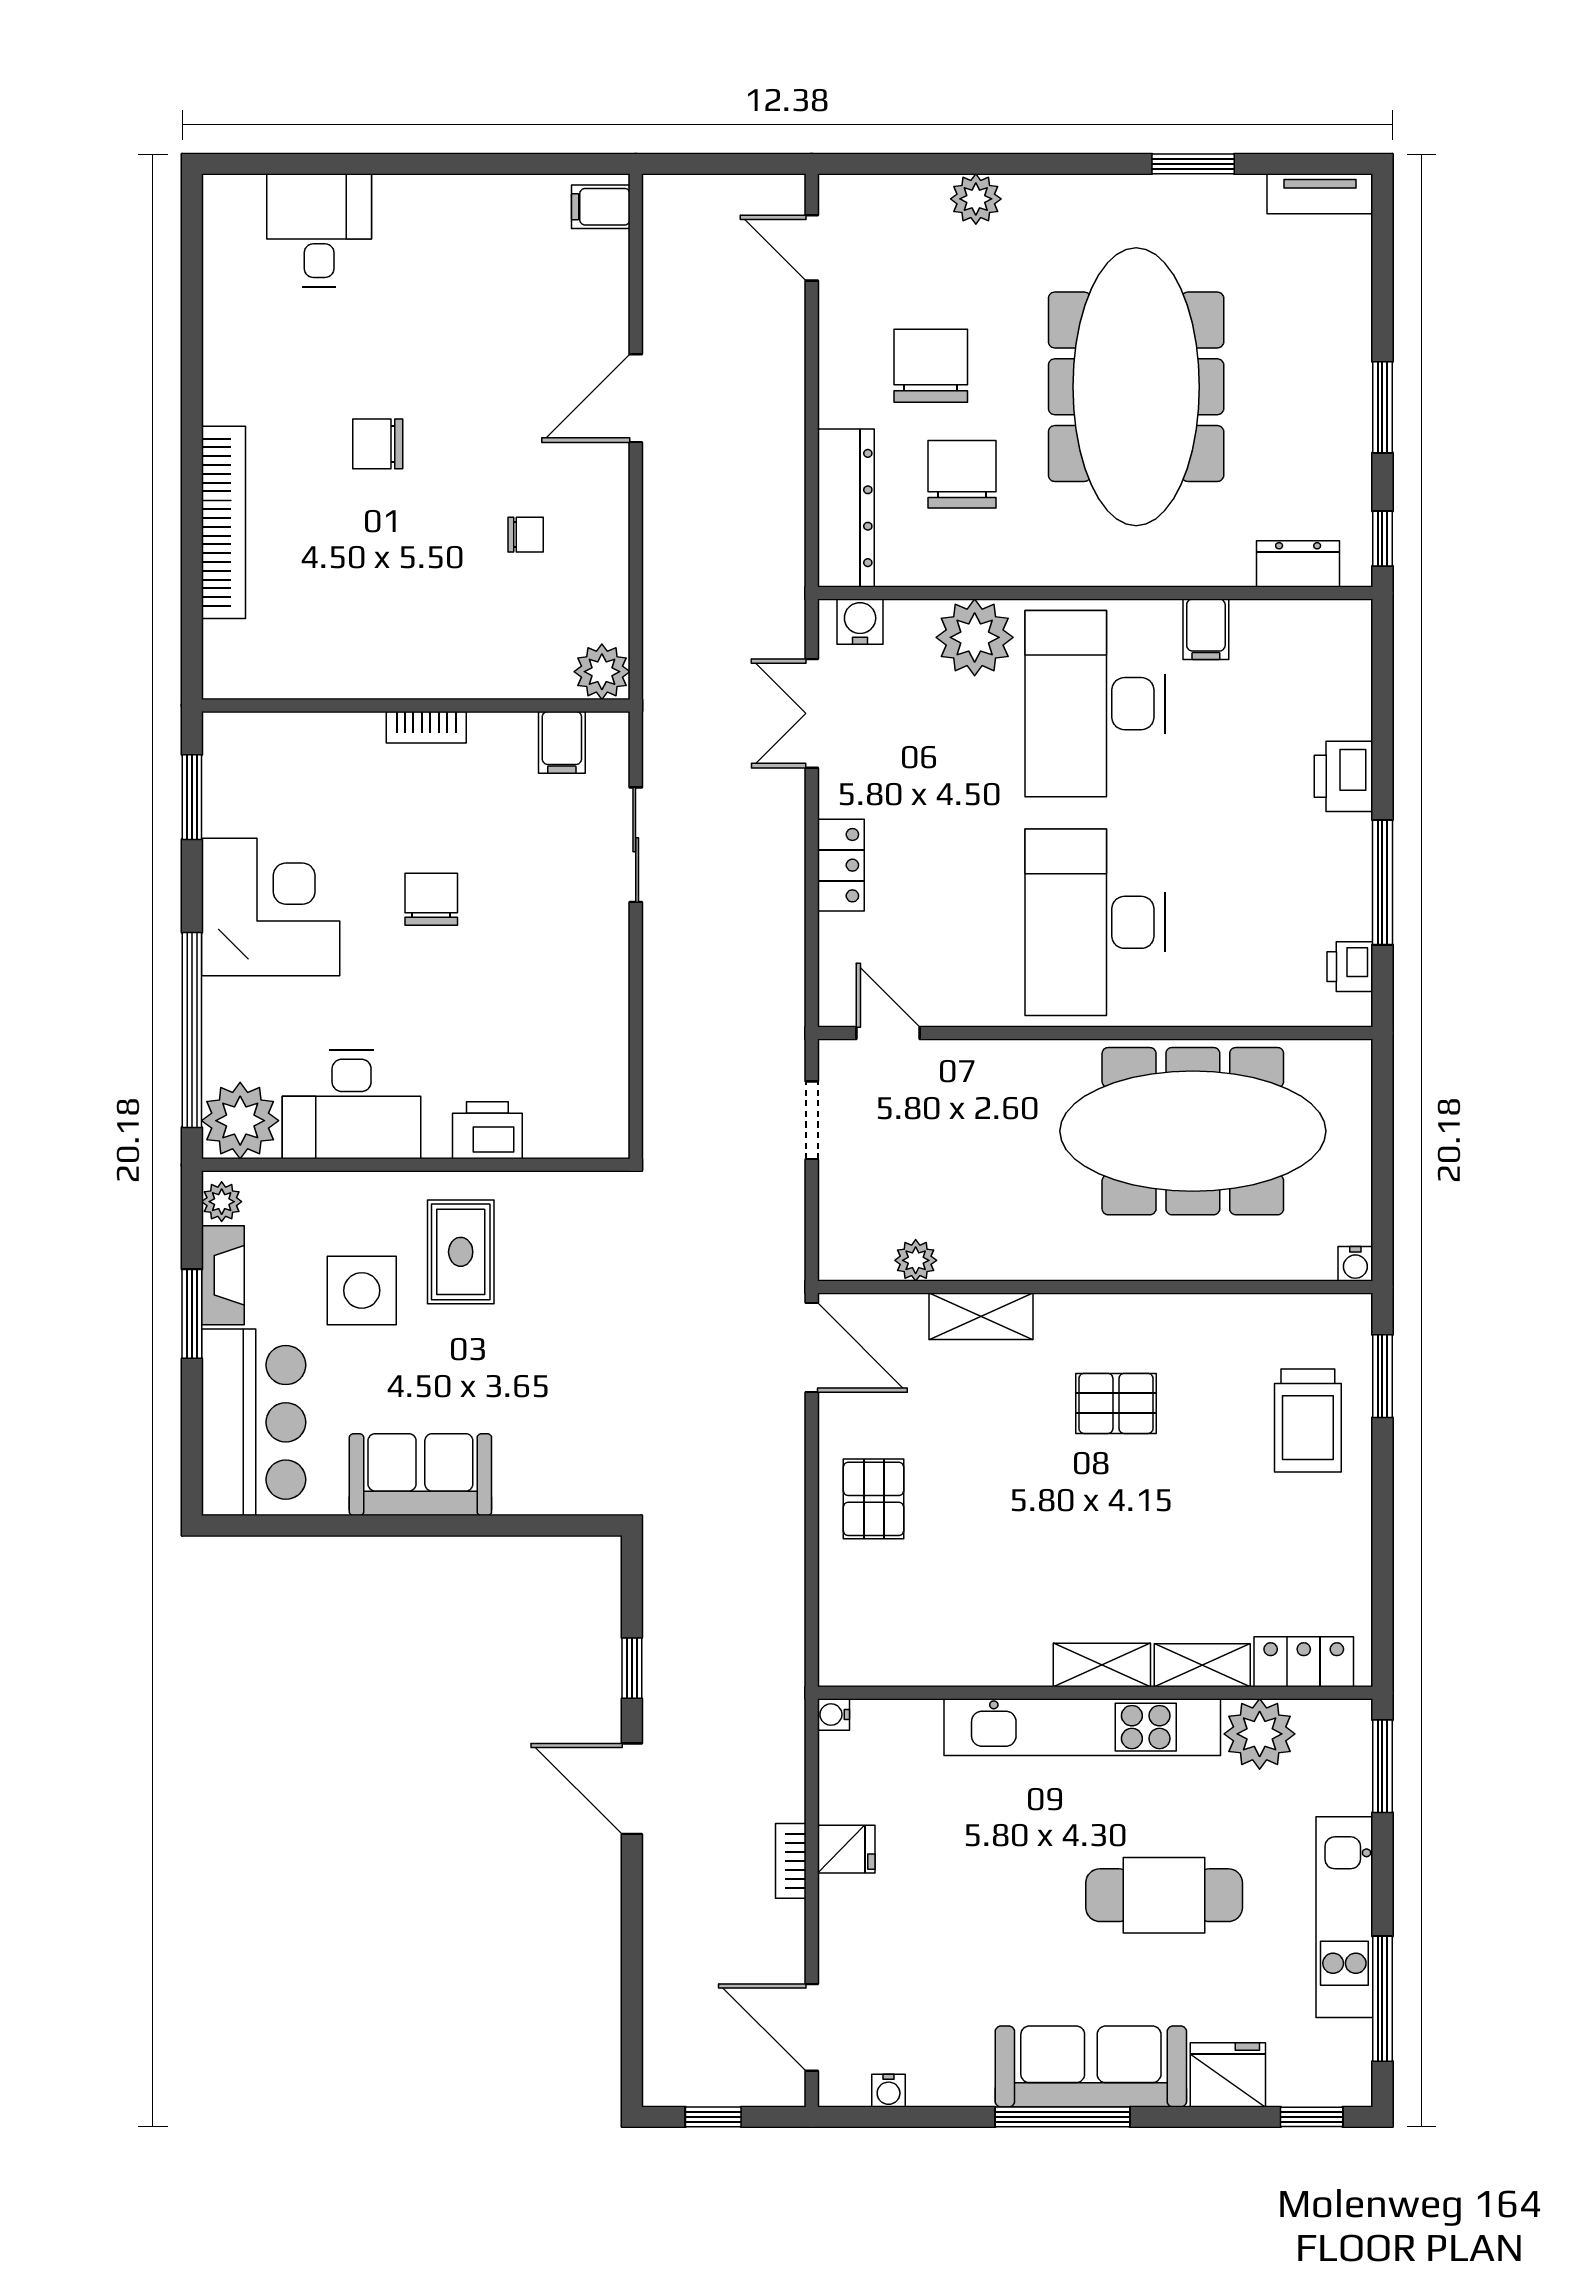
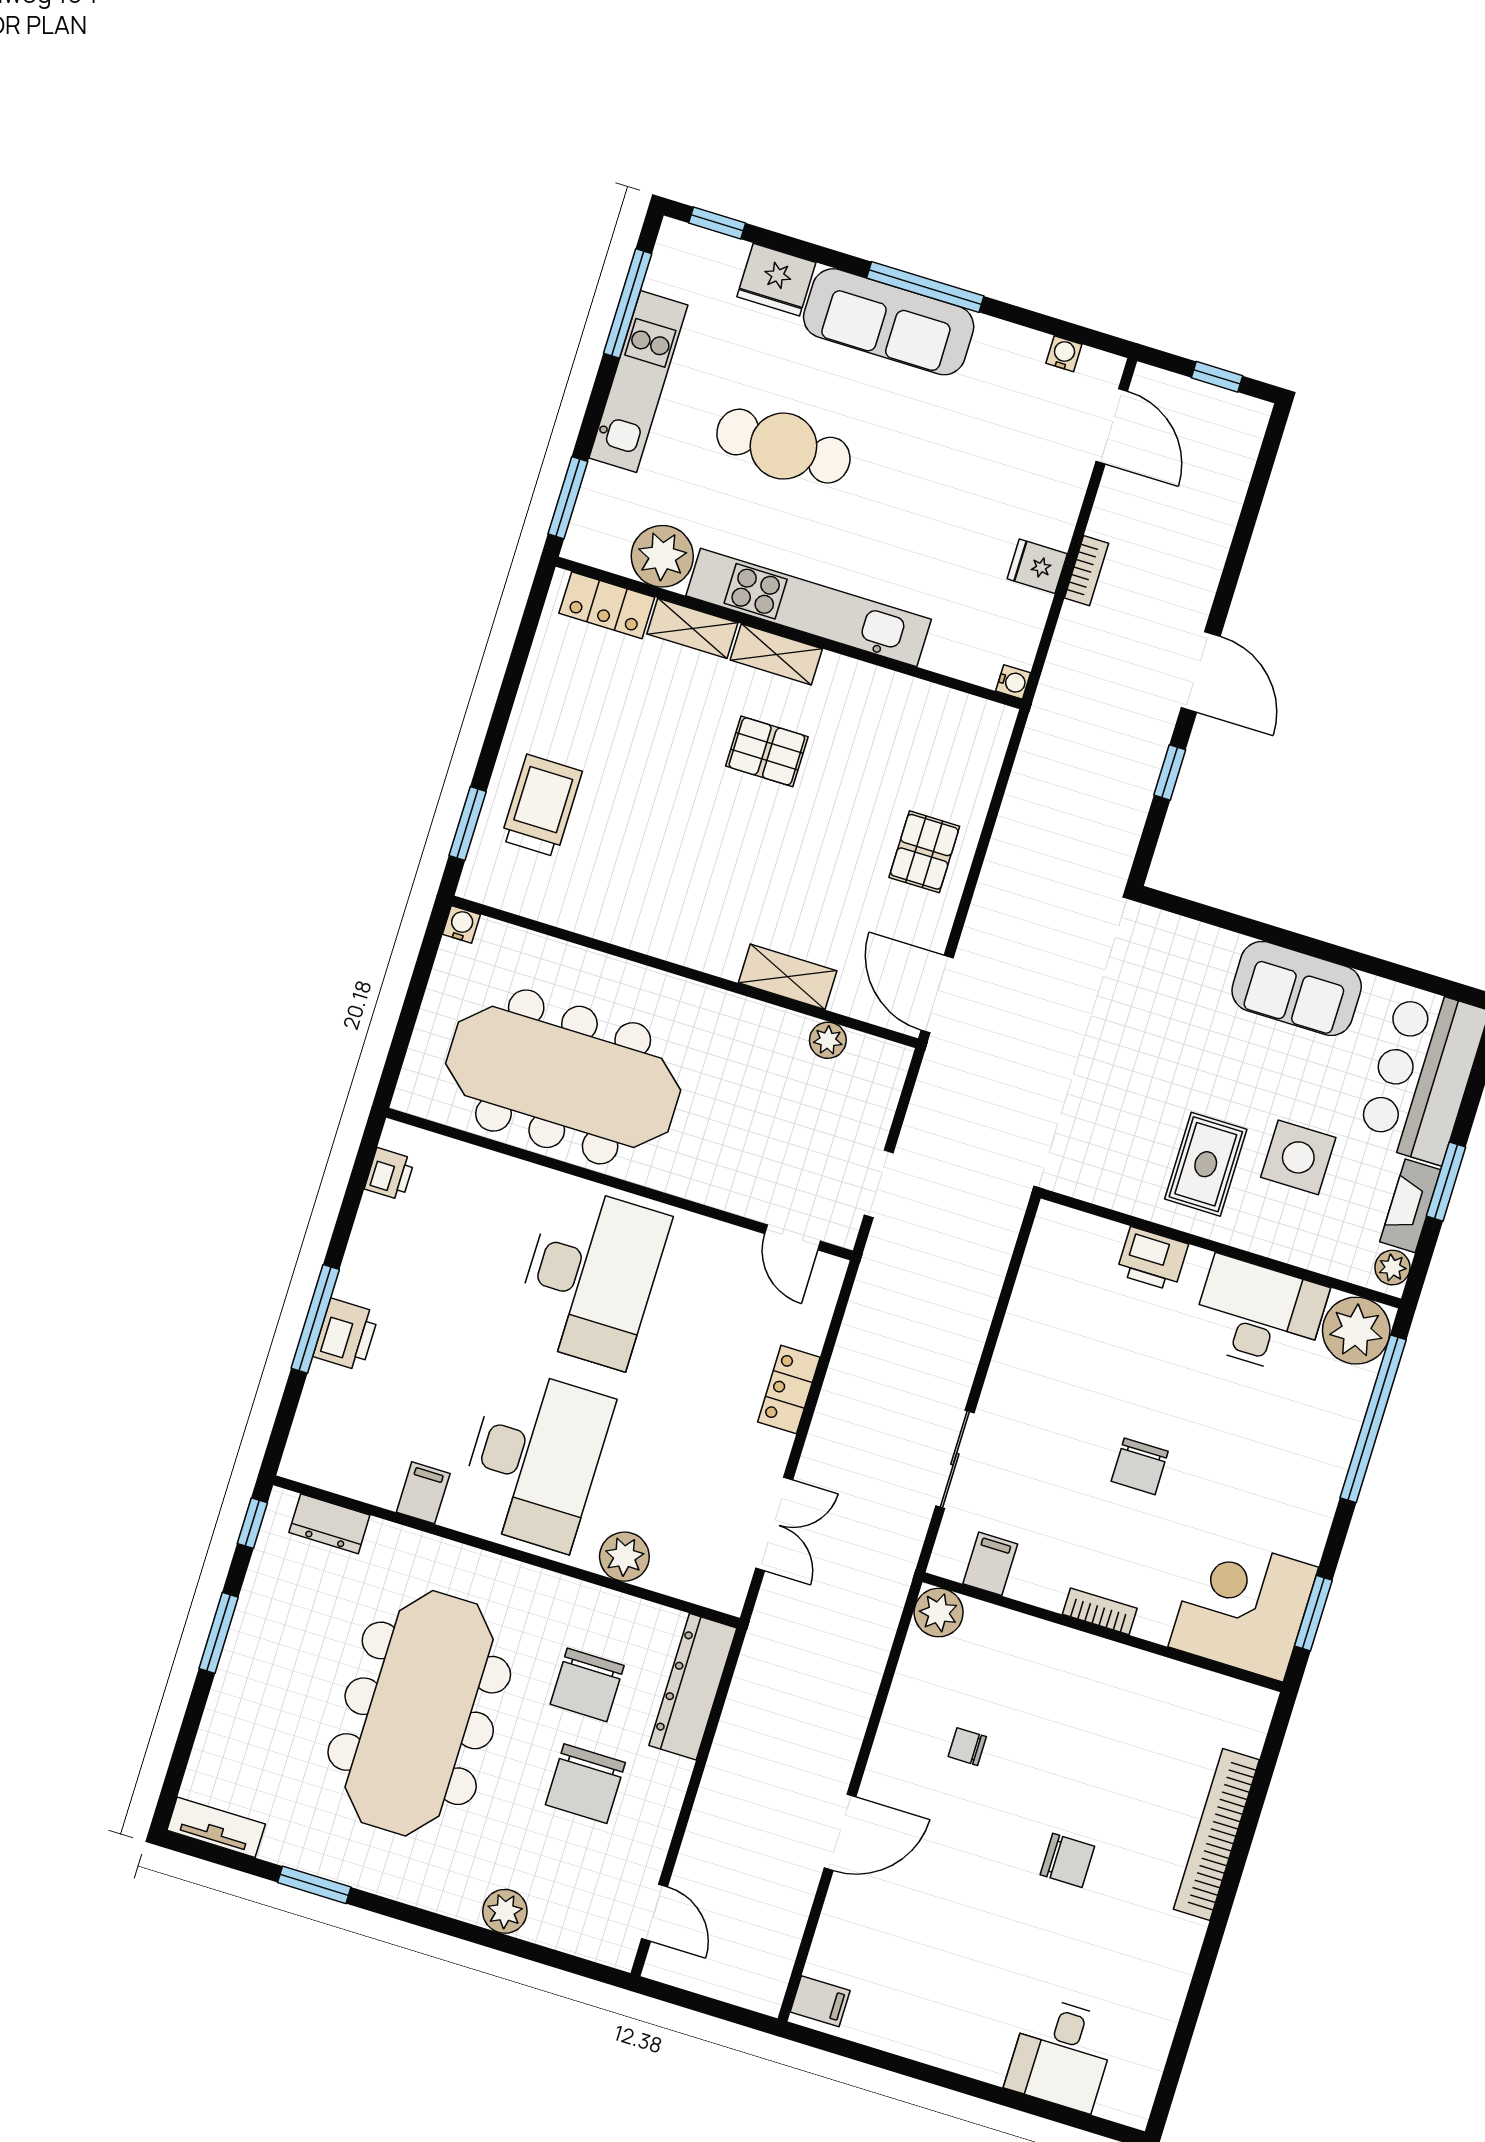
water cooler: (860, 622) -> (710, 1588), removed
plant: (975, 637) -> (624, 1557), width x0.73, depth x0.73
window: (1382, 882) -> (315, 1319), moved
corner desk: (271, 907) -> (1243, 1607), moved, turned 90
pallet: (1116, 1403) -> (767, 751), moved

